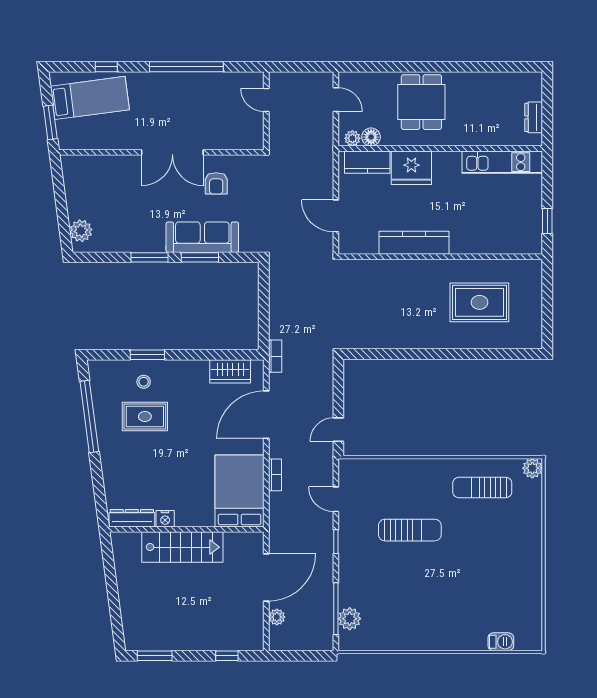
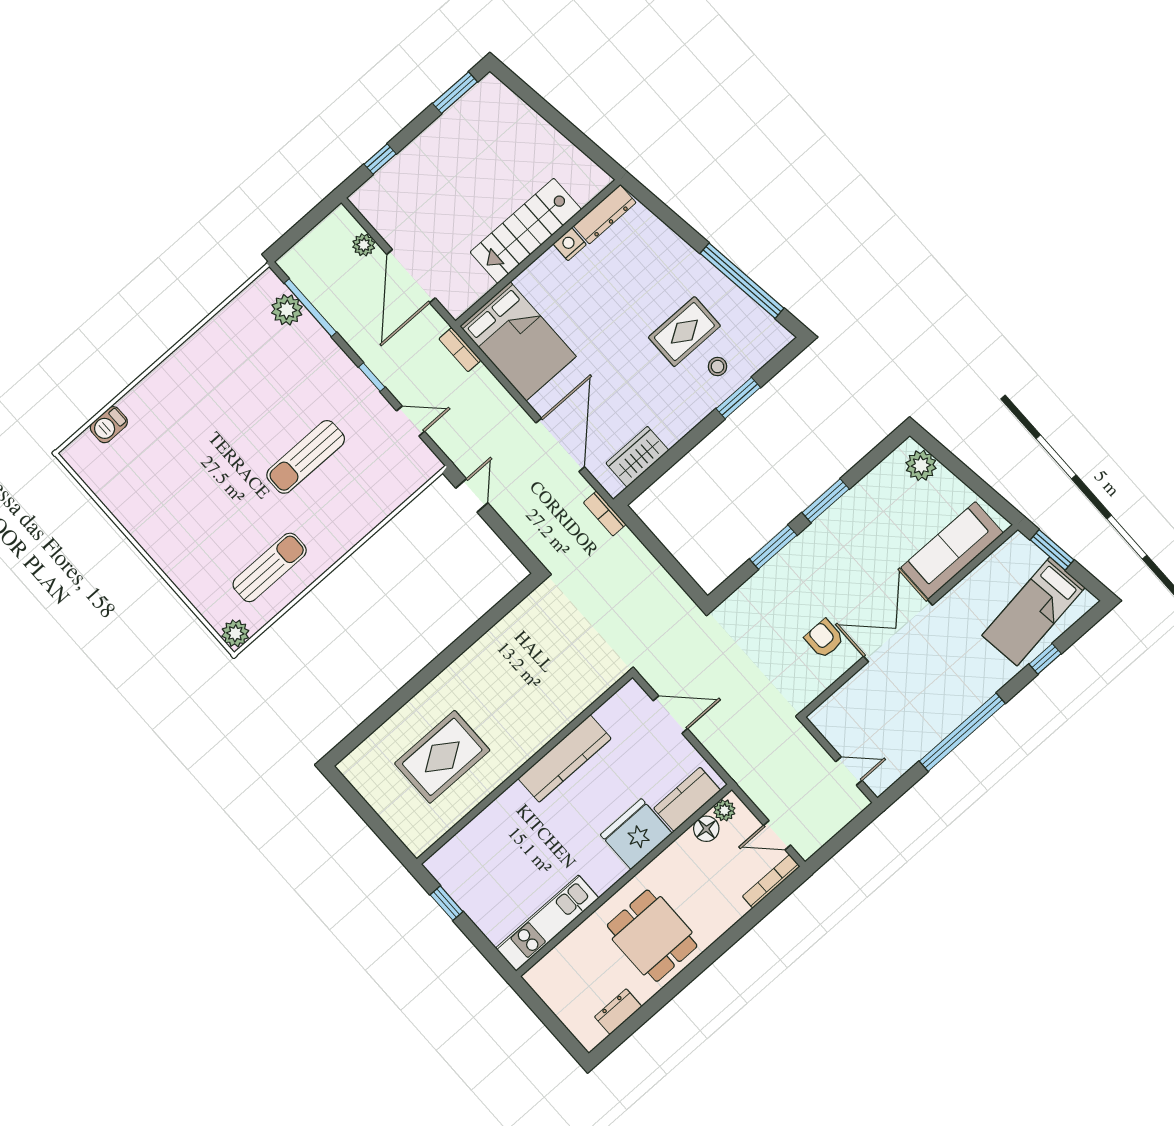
bookcase: (361, 77) -> (771, 881), added
dining table: (421, 102) -> (652, 936), moved
dresser: (534, 117) -> (618, 1012), moved, turned -90
sofa: (202, 237) -> (952, 550), moved, turned 180
bookcase: (275, 475) -> (460, 350), moved

